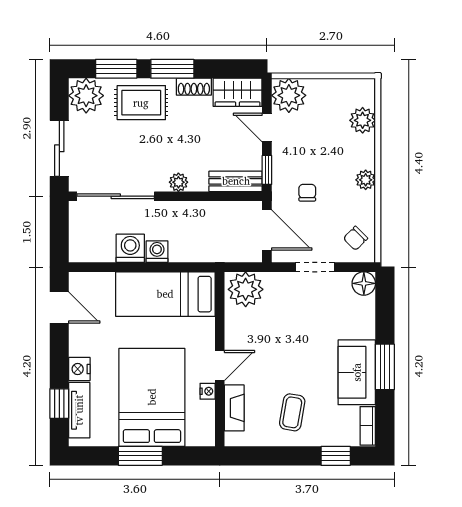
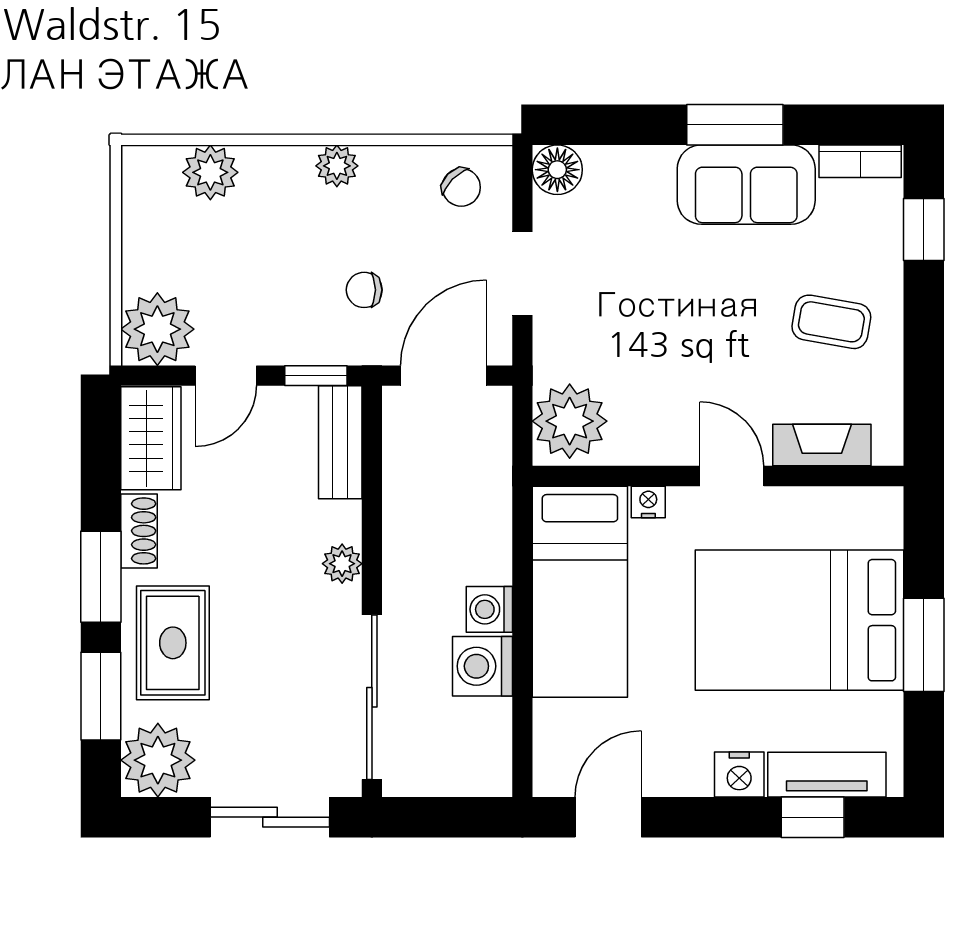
nightstand: (208, 391) -> (648, 502), moved

